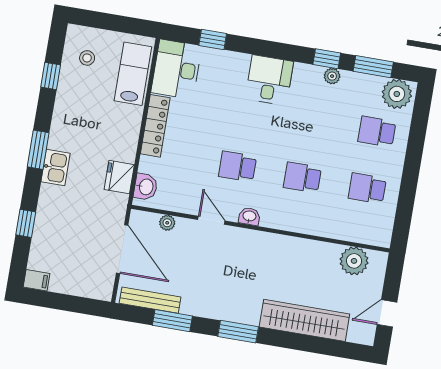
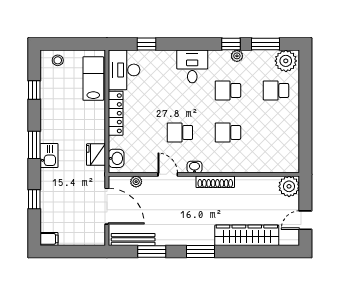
stool: (87, 58) -> (58, 60), moved
school desk: (367, 188) -> (228, 90), moved
shoe rack: (274, 241) -> (215, 182), added
plant: (354, 261) -> (289, 186), moved

